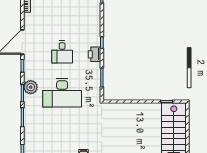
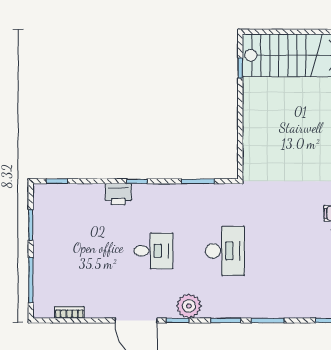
printer: (95, 54) -> (118, 194), moved
plant: (31, 87) -> (189, 306), moved
desk: (62, 93) -> (225, 251), width x0.73, depth x0.77

